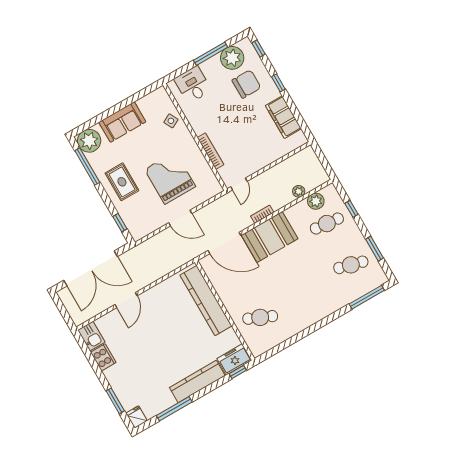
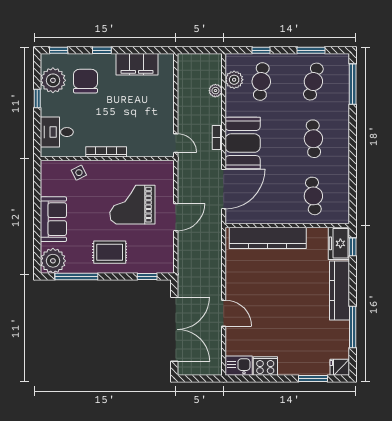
window: (211, 54) -> (37, 98), width x0.46
bookcase: (210, 151) -> (106, 152), moved
cafe table: (306, 291) -> (313, 139), added
cafe table: (260, 317) -> (313, 196), turned -30

